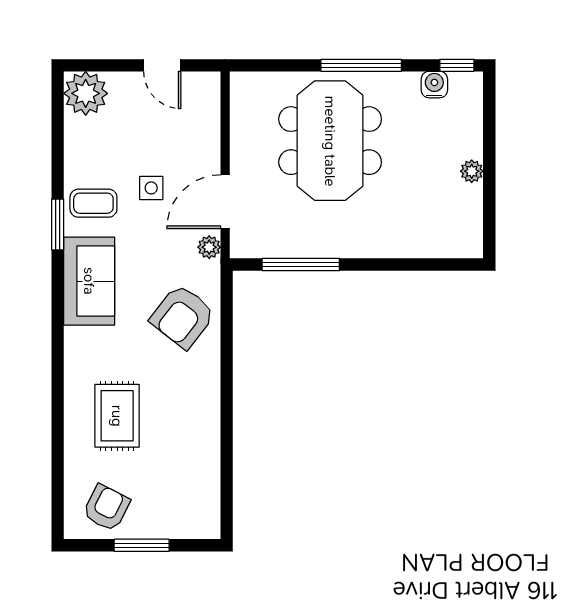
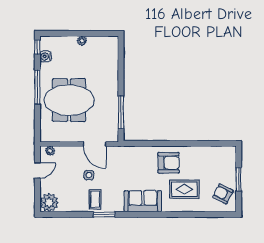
plant: (209, 247) -> (50, 151), moved
sofa: (89, 281) -> (143, 201), moved
armchair: (183, 316) -> (169, 163), moved, turned -38

